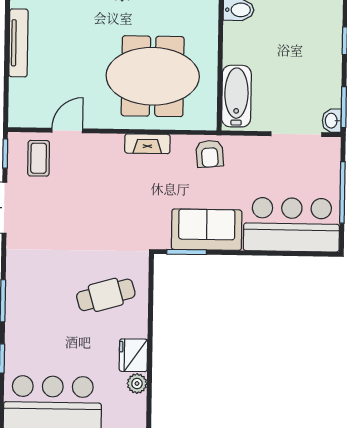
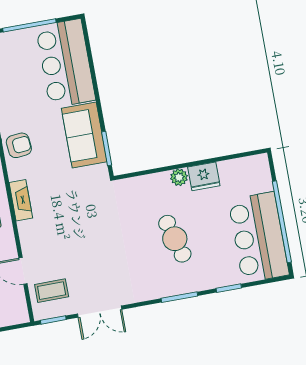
cafe table: (106, 295) -> (175, 239), moved
plant: (137, 384) -> (179, 177), moved

